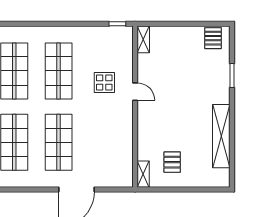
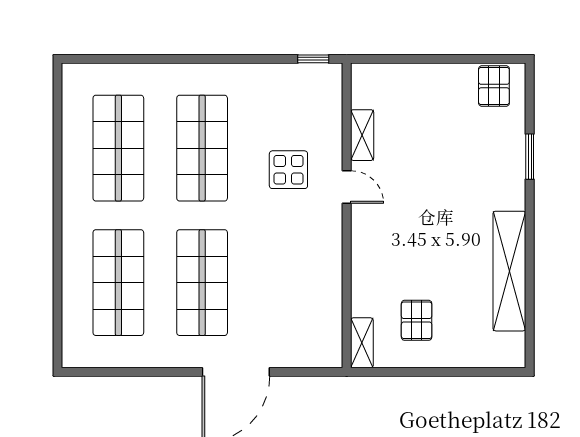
shelving: (143, 39) -> (362, 135), moved

